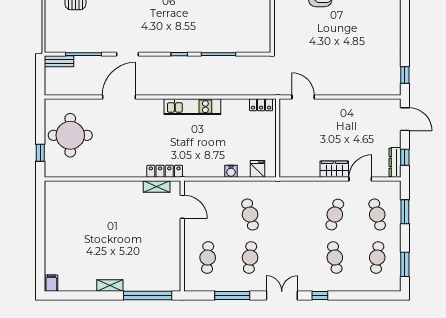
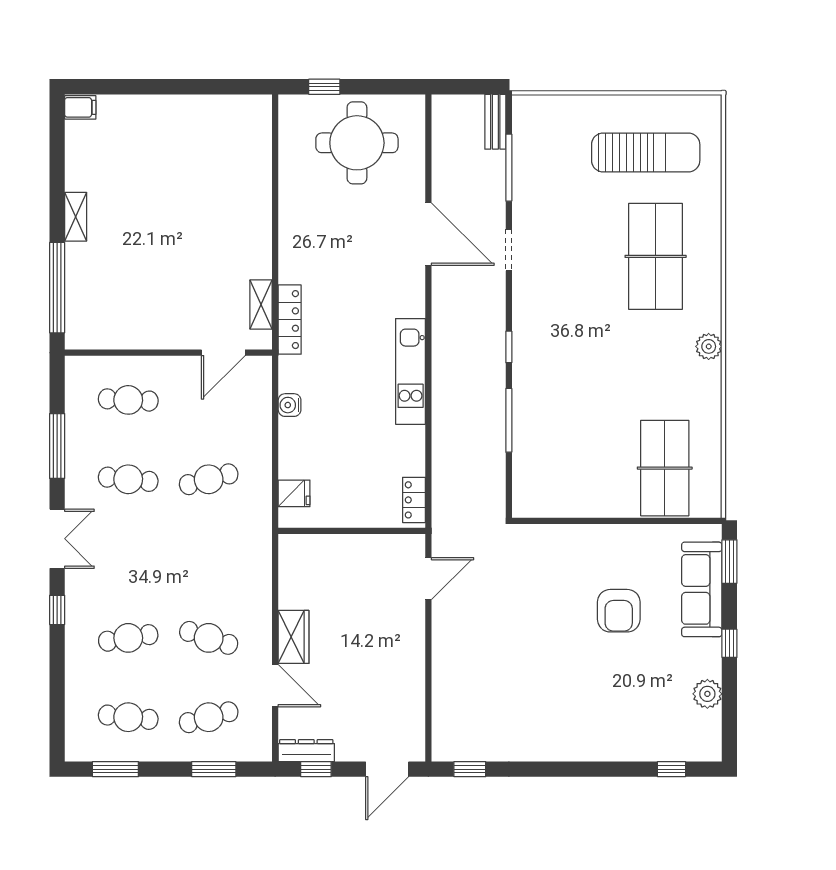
water cooler: (231, 171) -> (290, 405), moved

